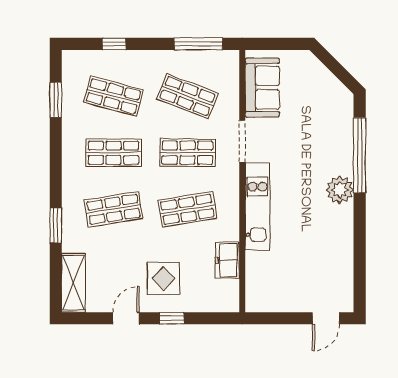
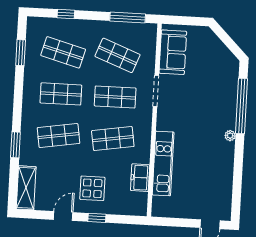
plant: (340, 190) -> (230, 136), width x0.53, depth x0.53
kitchen unit: (257, 207) -> (163, 163), moved

